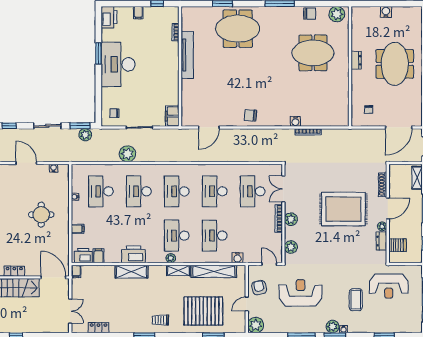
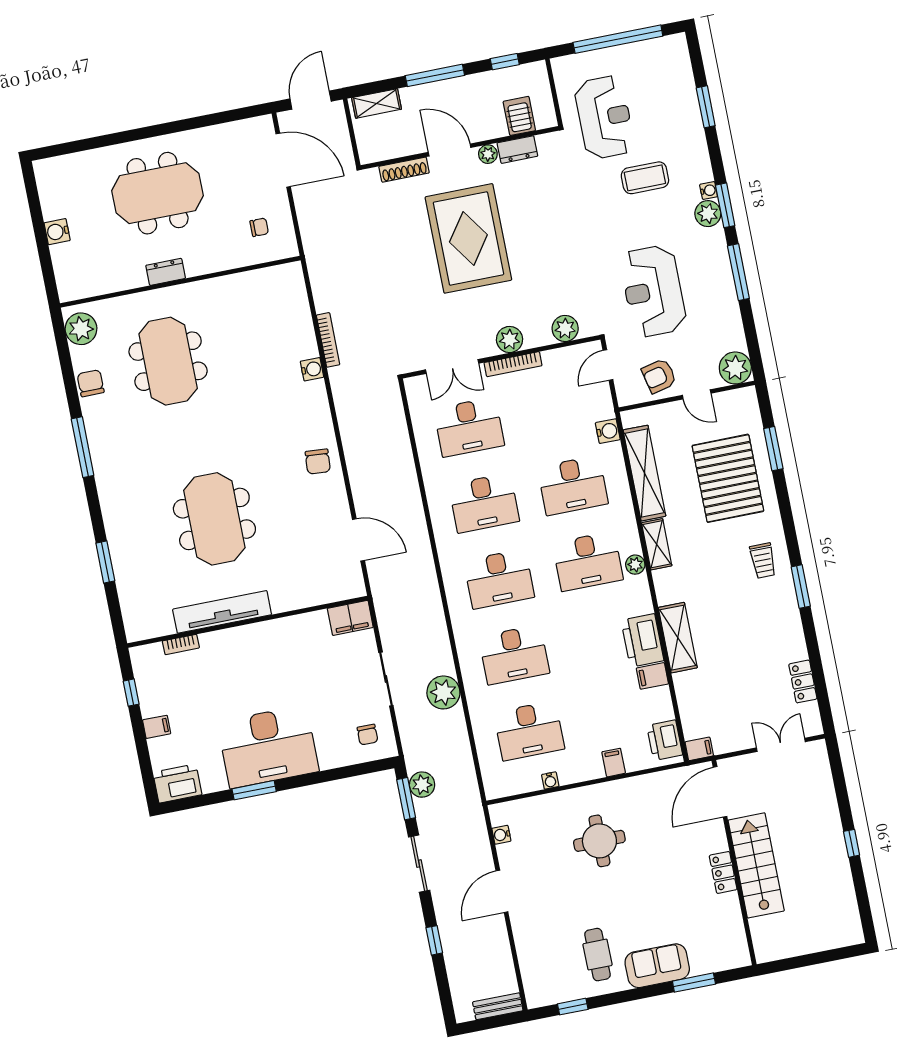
meeting table: (238, 29) -> (214, 519), moved
filing cabinet: (98, 256) -> (652, 676), moved

